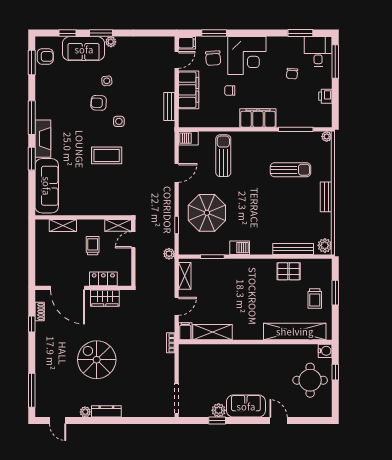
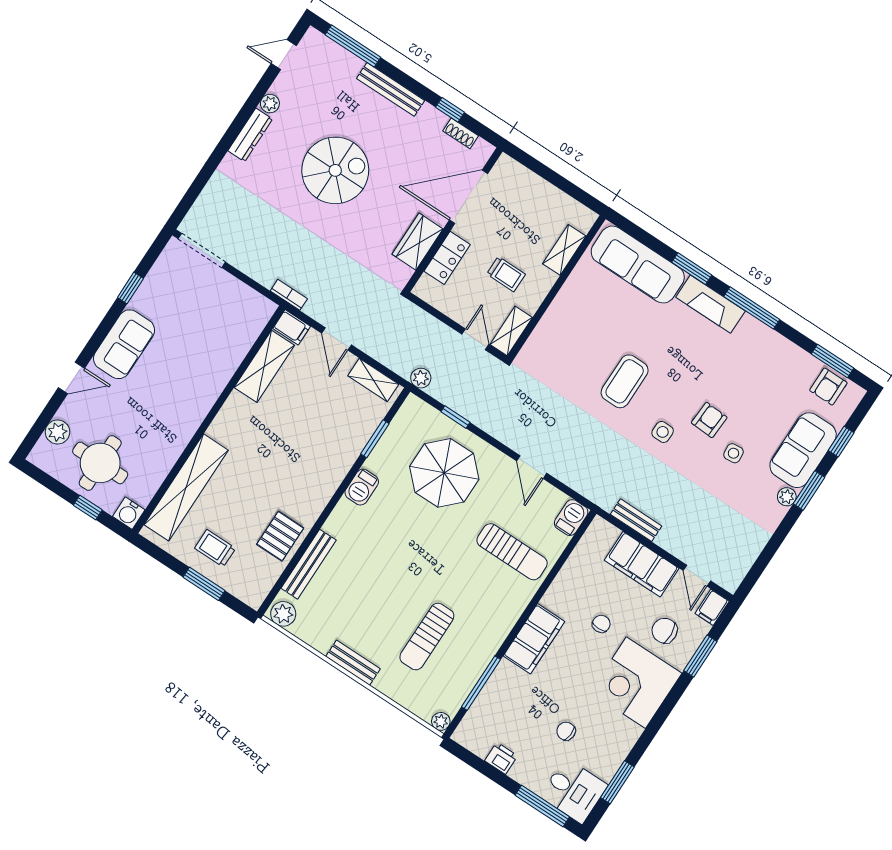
bench: (41, 359) -> (391, 89), added
plant: (219, 410) -> (58, 432), moved

